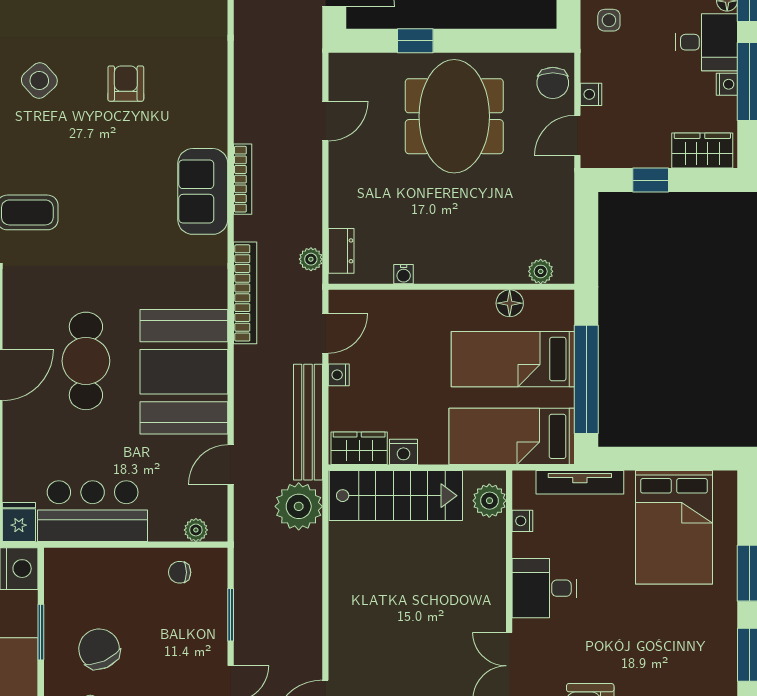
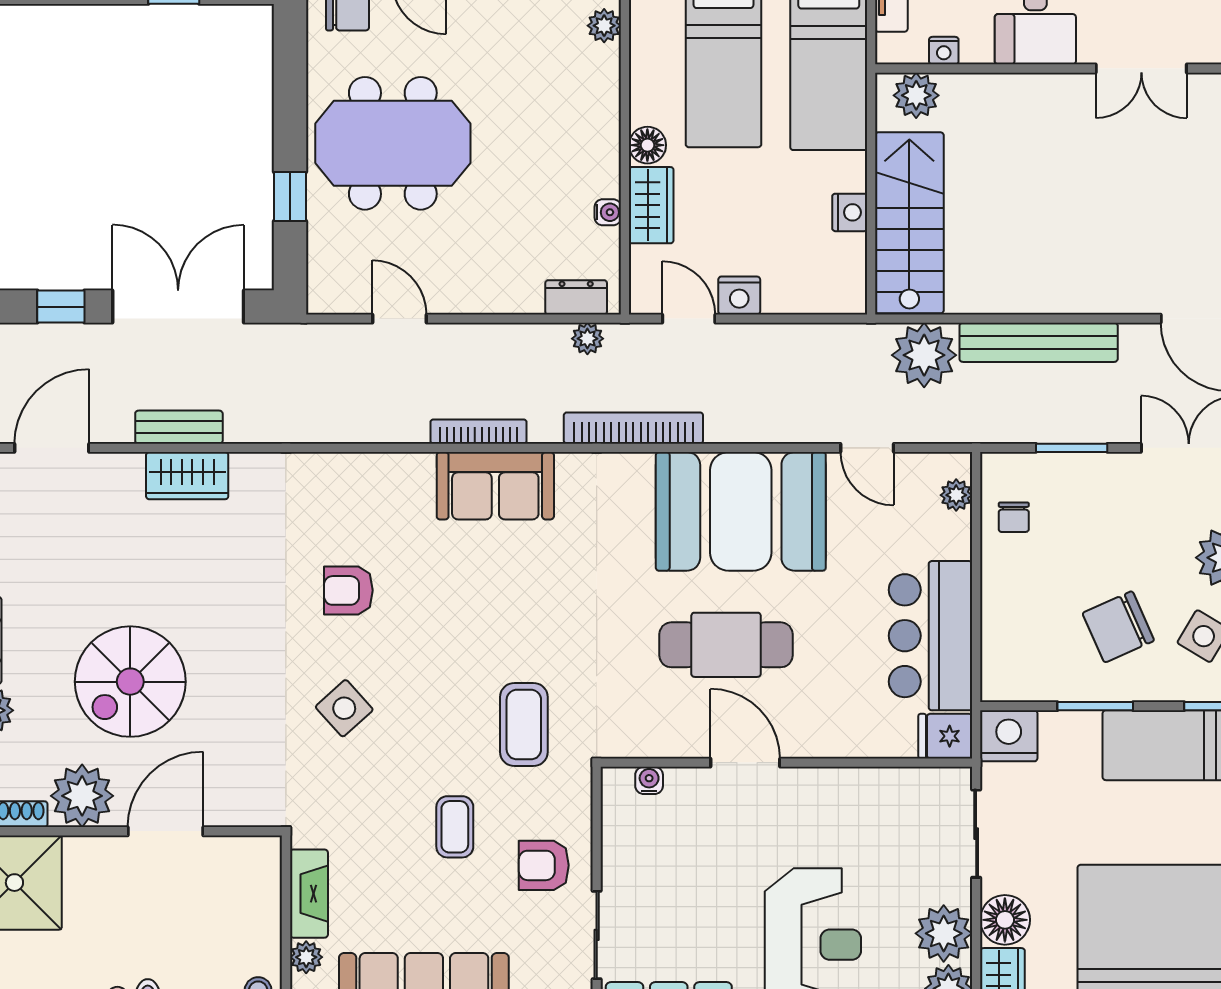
floor lamp: (510, 303) -> (647, 145), moved
nightstand: (339, 375) -> (739, 296), width x1.39, depth x1.35
bench: (308, 422) -> (1039, 342), moved
wardrobe: (359, 448) -> (651, 205), moved, turned 180

